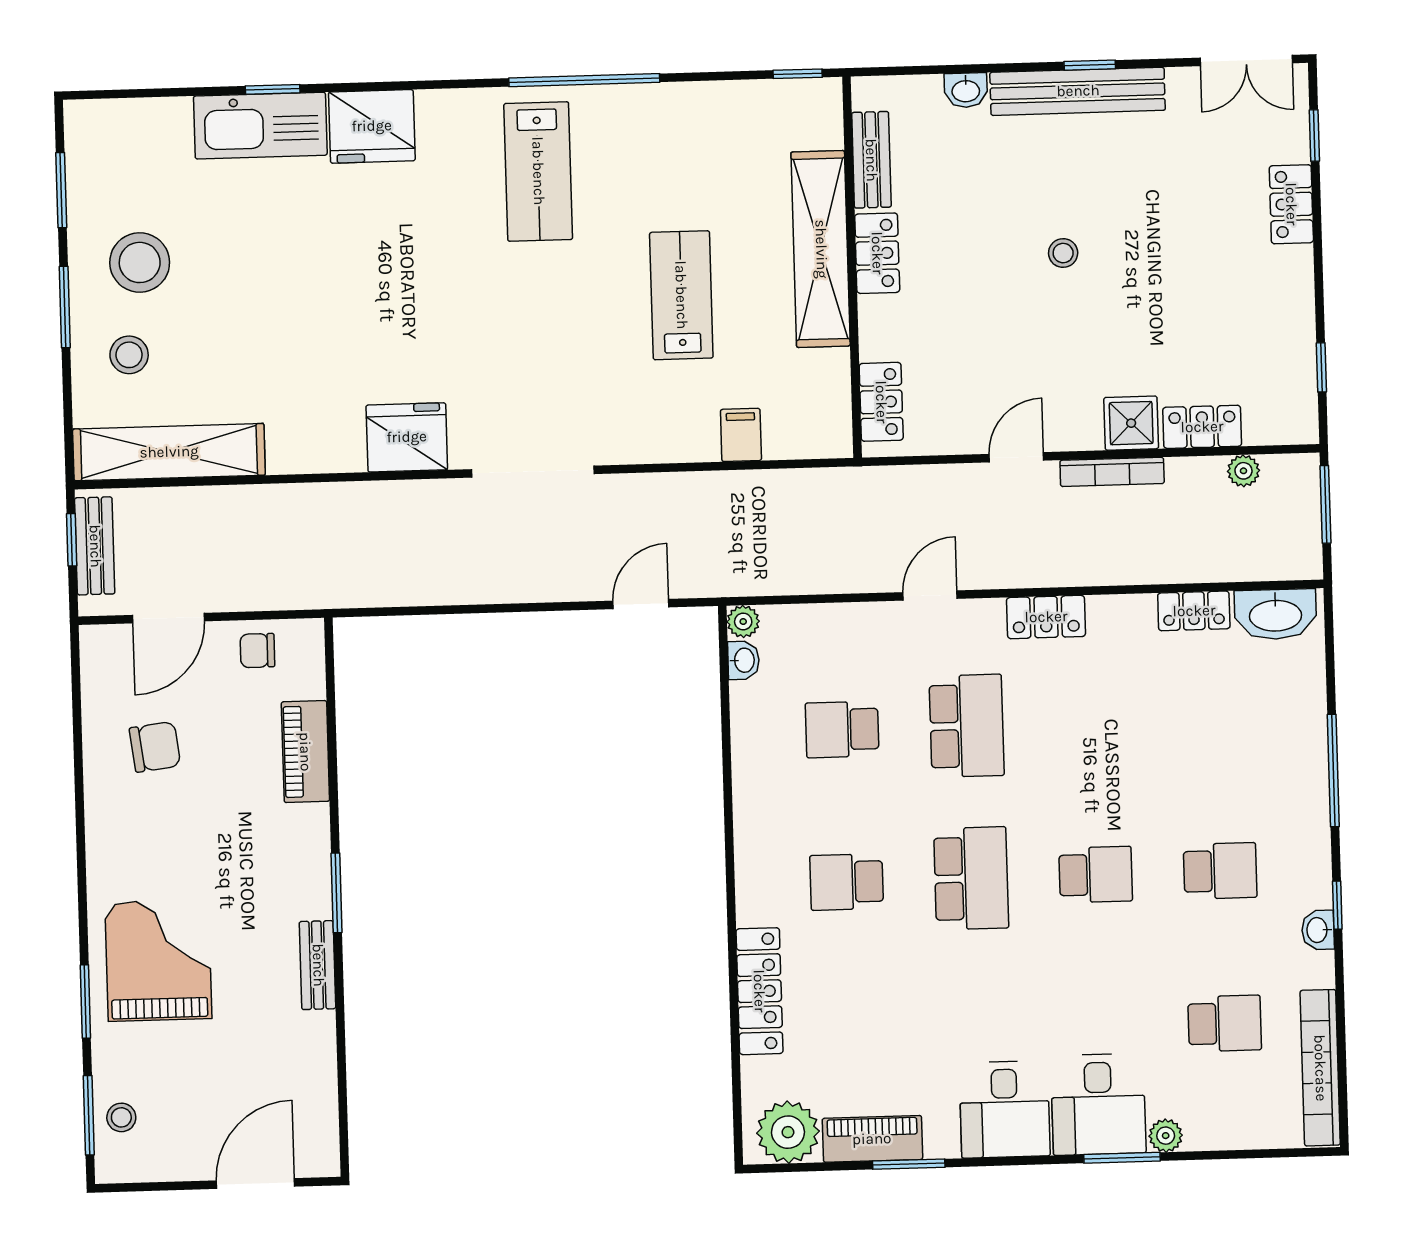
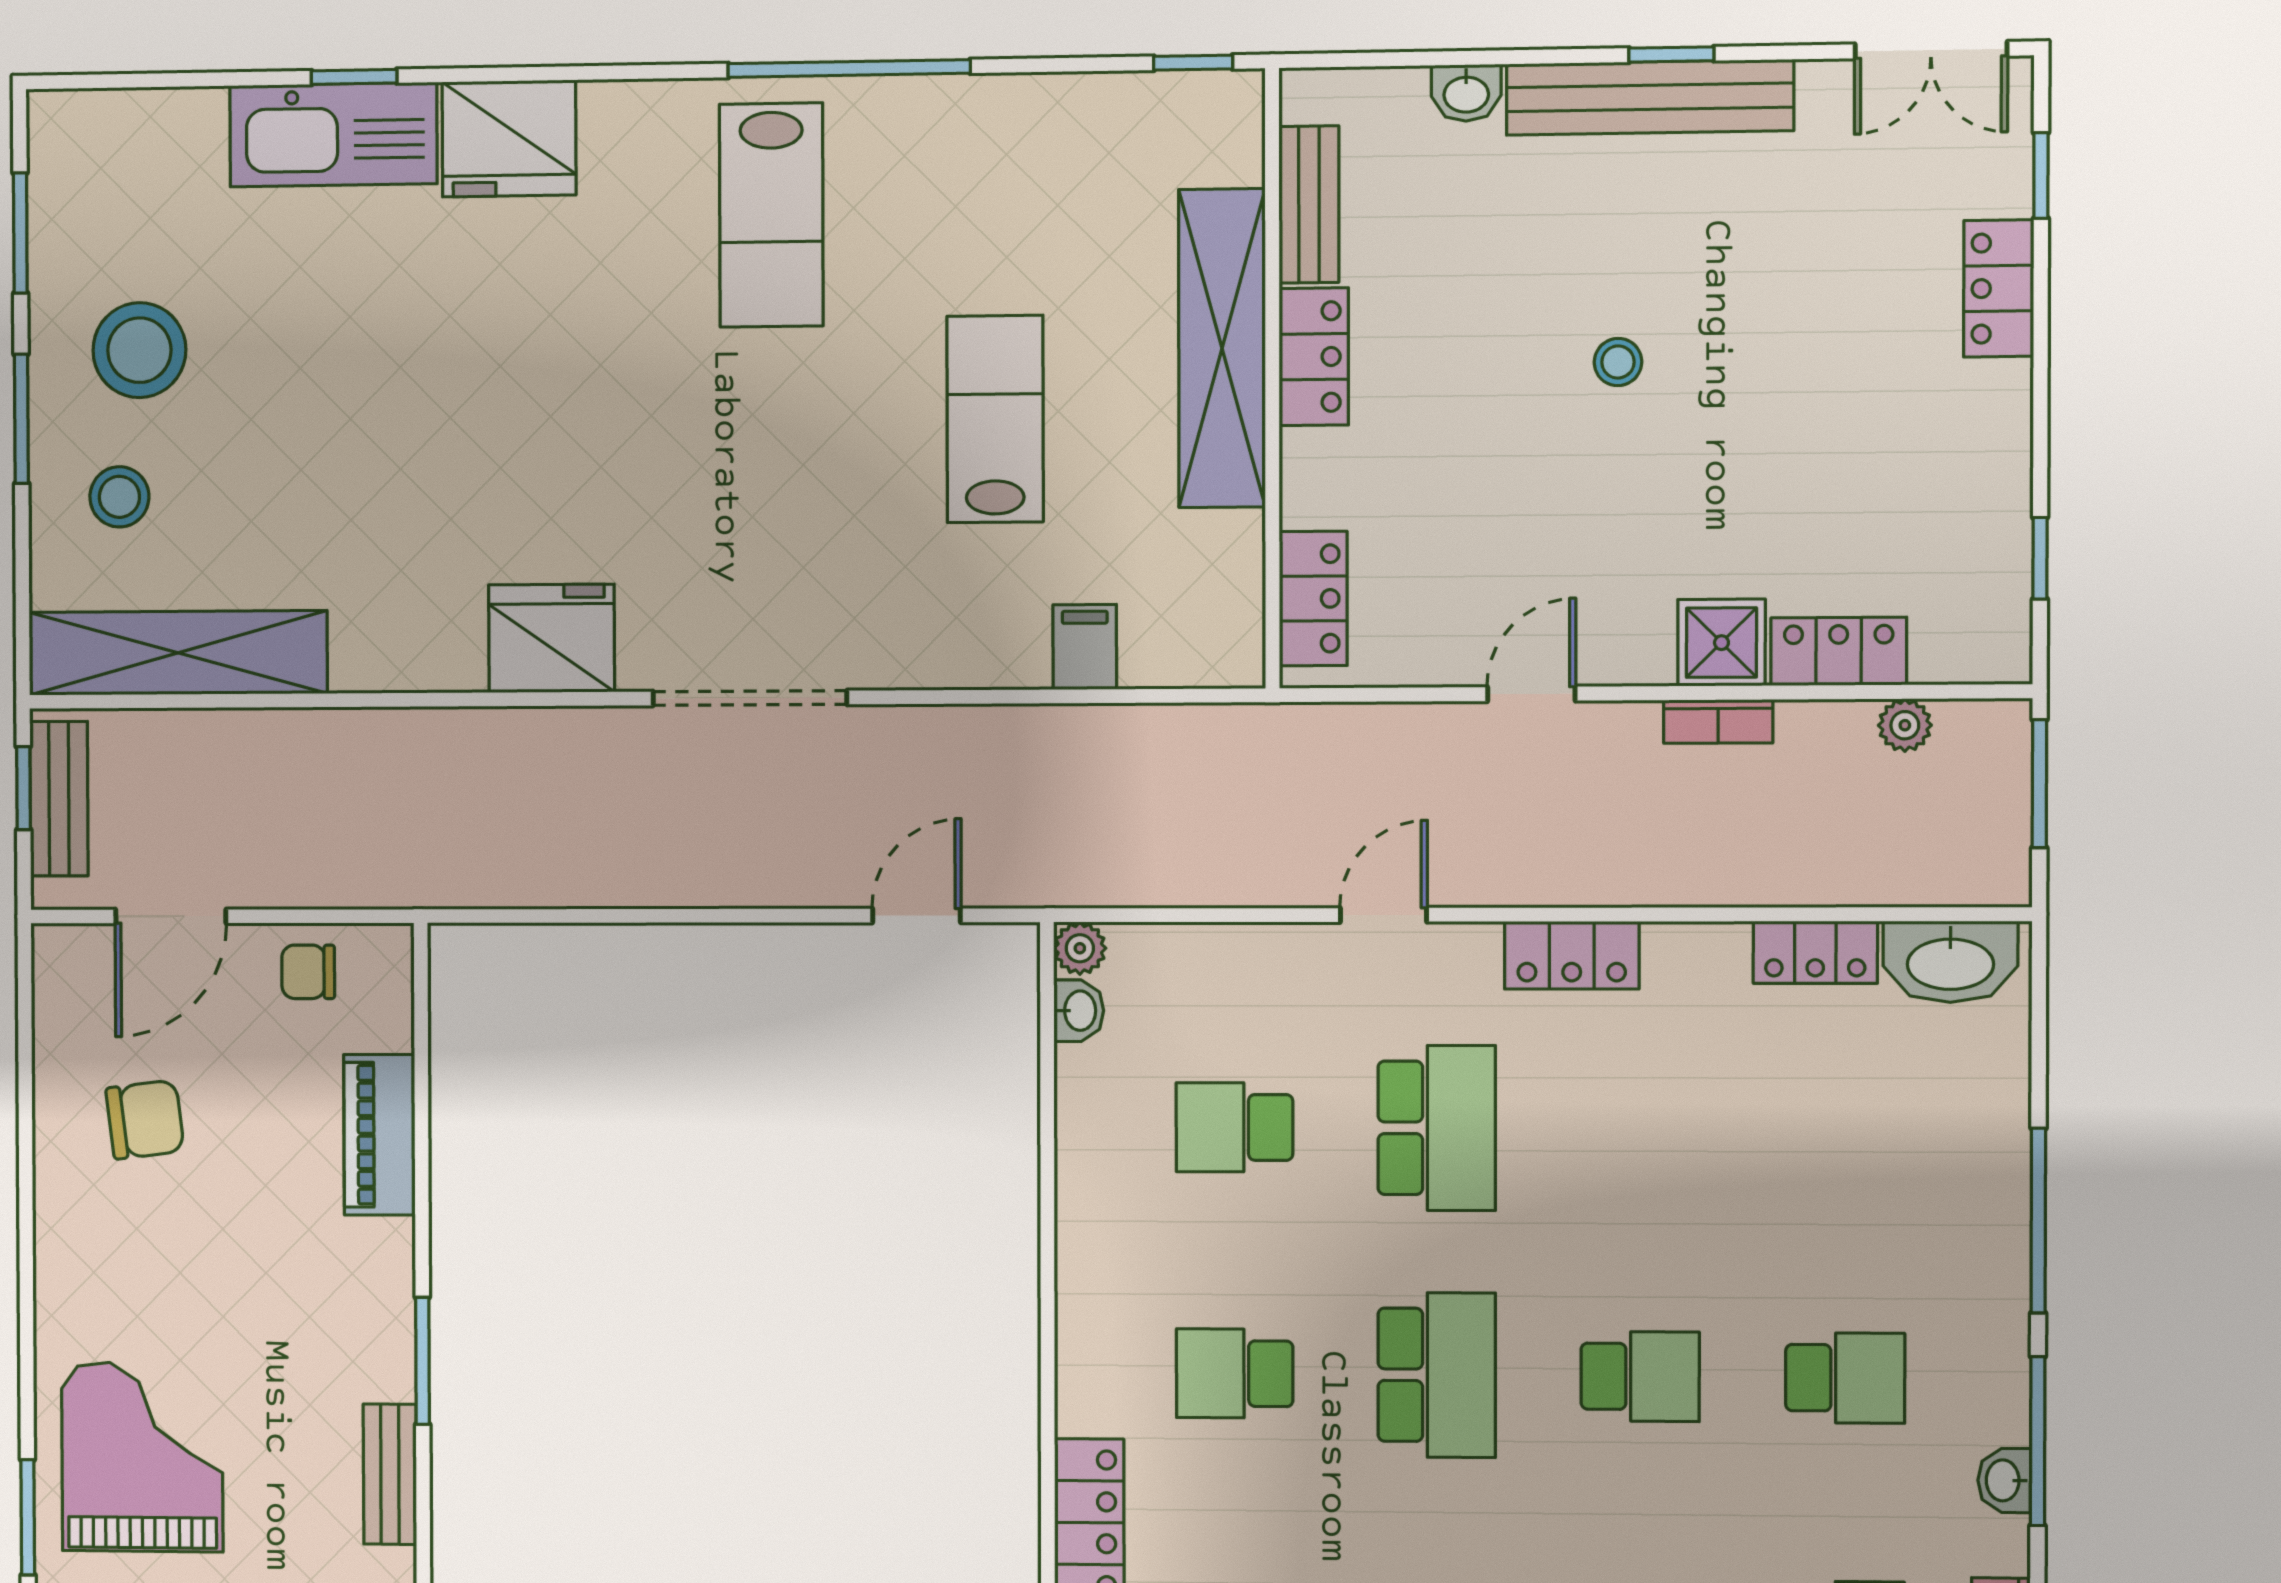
bookcase: (1112, 472) -> (1718, 721), width x0.64
window: (1337, 905) -> (2038, 1441), width x2.17

